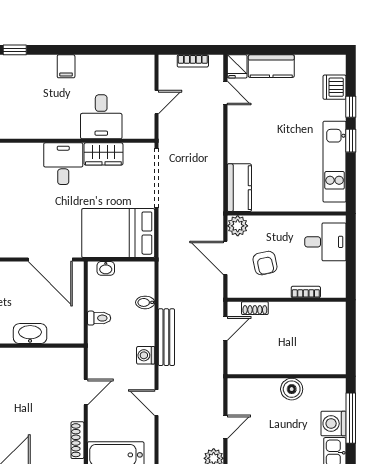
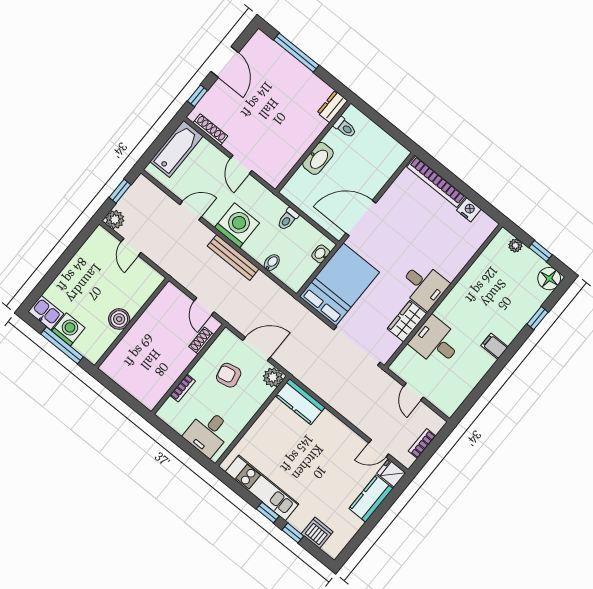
washing machine: (146, 355) -> (237, 225), width x1.89, depth x1.89

